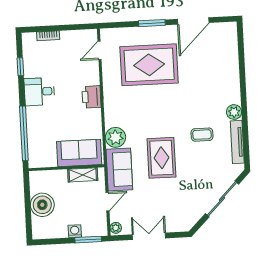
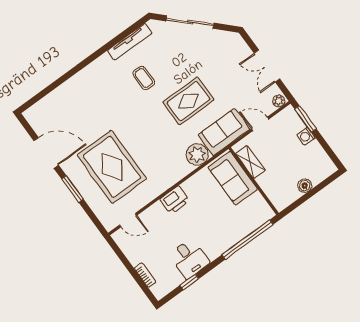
desk: (39, 92) -> (189, 259), moved
plant: (234, 112) -> (104, 62), removed
boiler: (42, 205) -> (305, 186), width x0.54, depth x0.54

